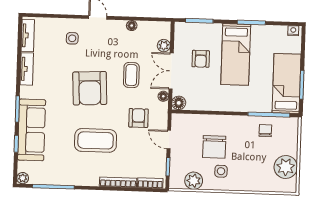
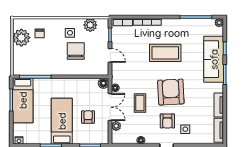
armchair: (138, 118) -> (167, 121), moved
chair: (265, 131) -> (40, 33), moved

